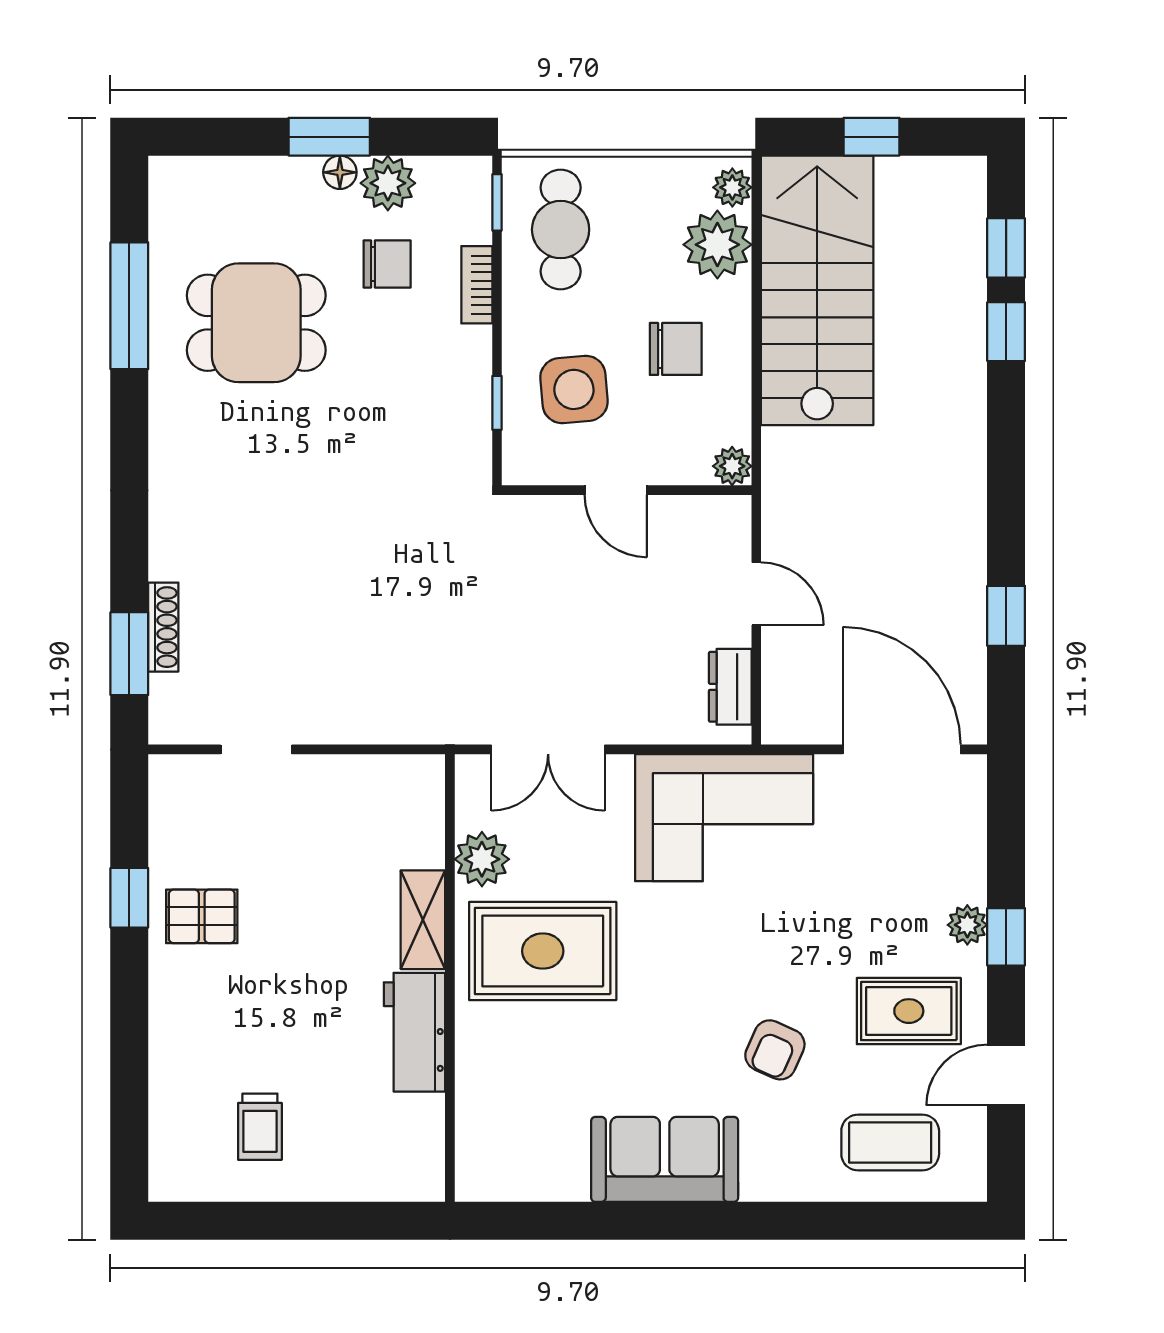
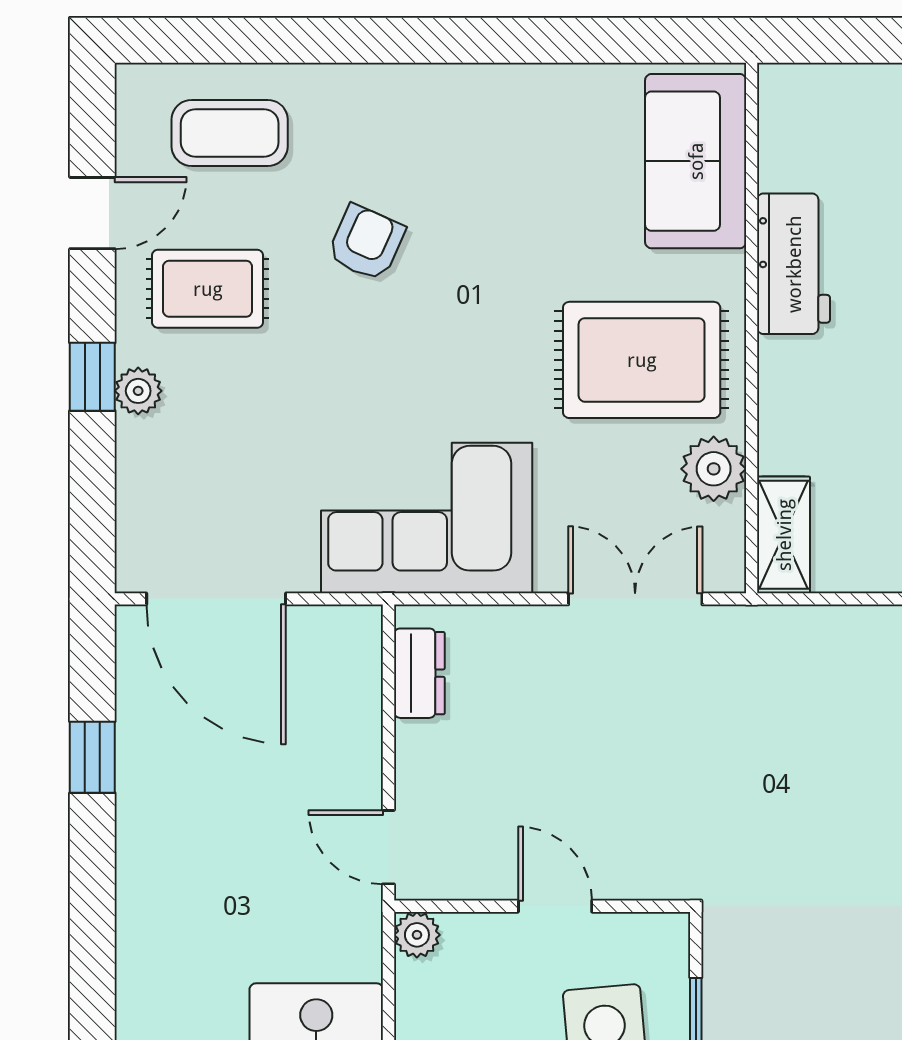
door: (756, 594) -> (388, 847), moved
shelving: (423, 920) -> (784, 535), moved
sofa: (665, 1159) -> (696, 161), moved, turned 90

